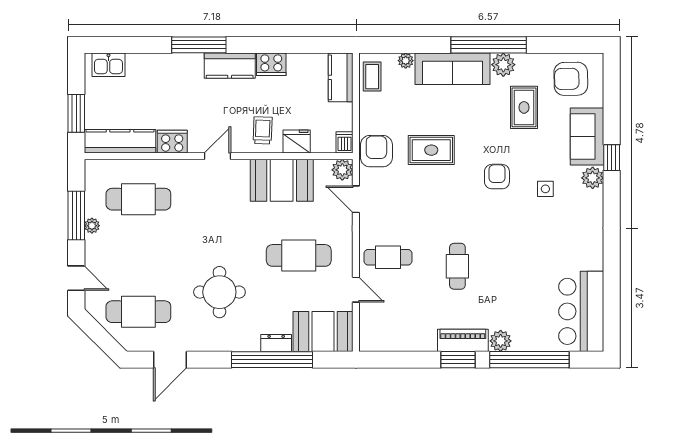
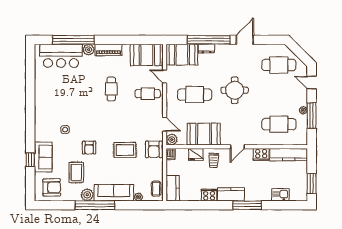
kitchen sink: (108, 65) -> (280, 195), moved
window: (76, 113) -> (312, 184), moved
window: (612, 158) -> (30, 160), moved
armchair: (497, 177) -> (89, 148), moved
plant: (593, 178) -> (40, 135), removed
round table: (219, 292) -> (235, 90), moved
bar counter: (581, 311) -> (61, 56), moved, turned 90
booth: (390, 331) -> (147, 55), added
door: (170, 360) -> (245, 40), moved
window: (458, 360) -> (111, 40), removed

